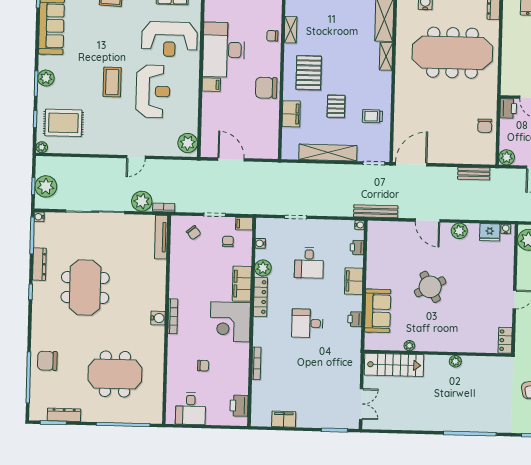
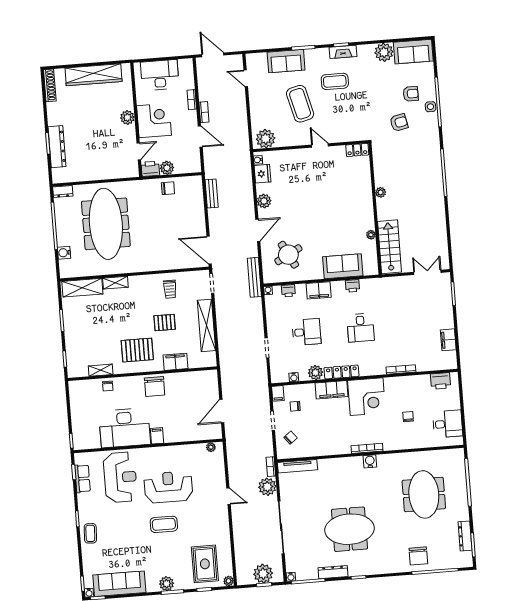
plant: (188, 143) -> (211, 447), width x0.53, depth x0.53
plant: (507, 157) -> (167, 168), moved
round table: (430, 287) -> (288, 255), moved

